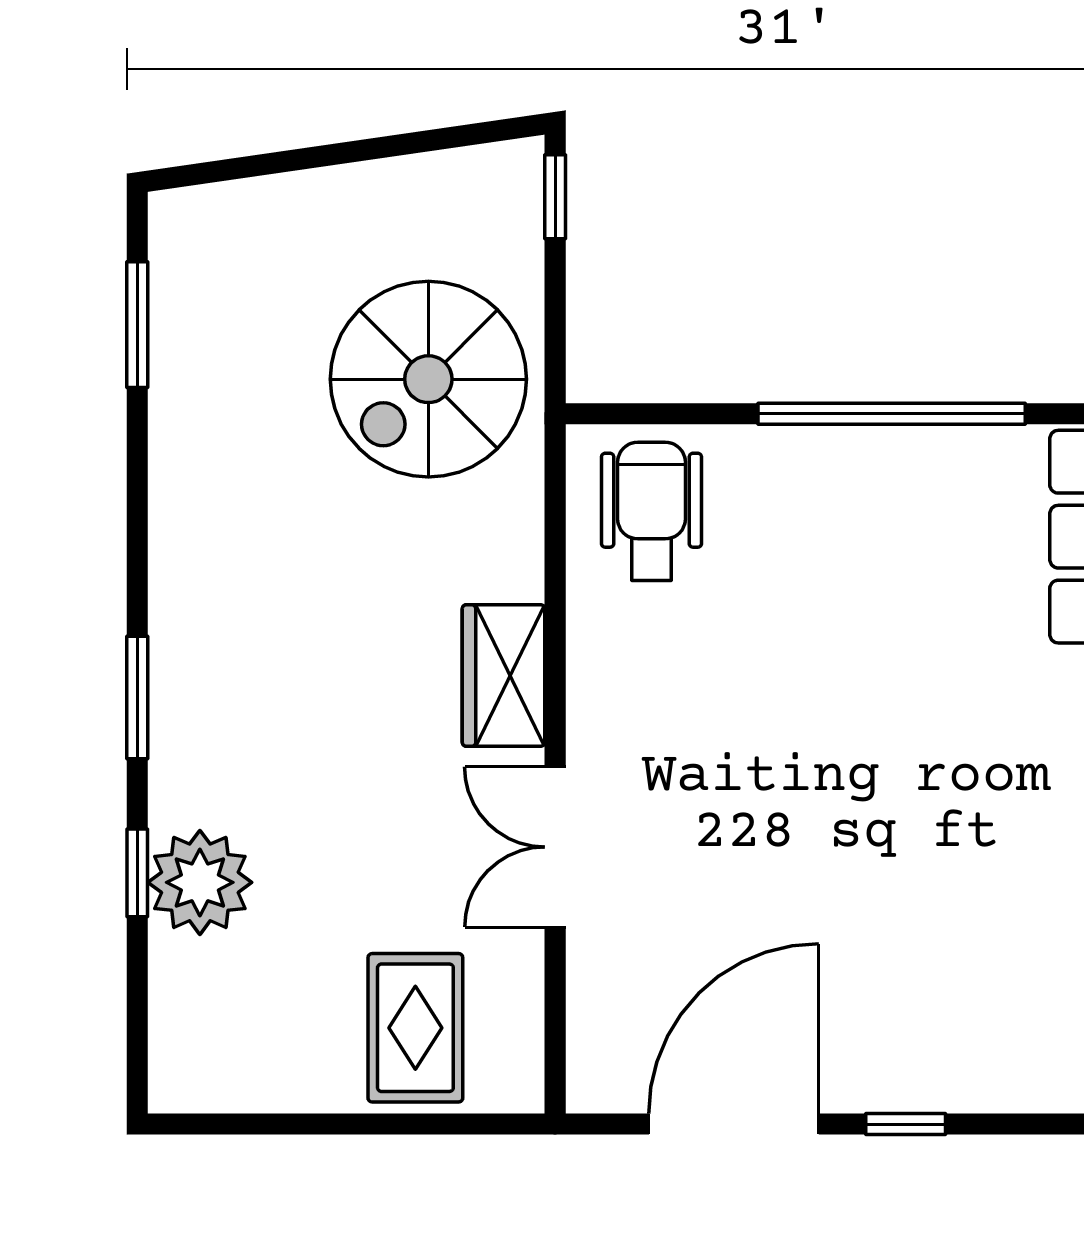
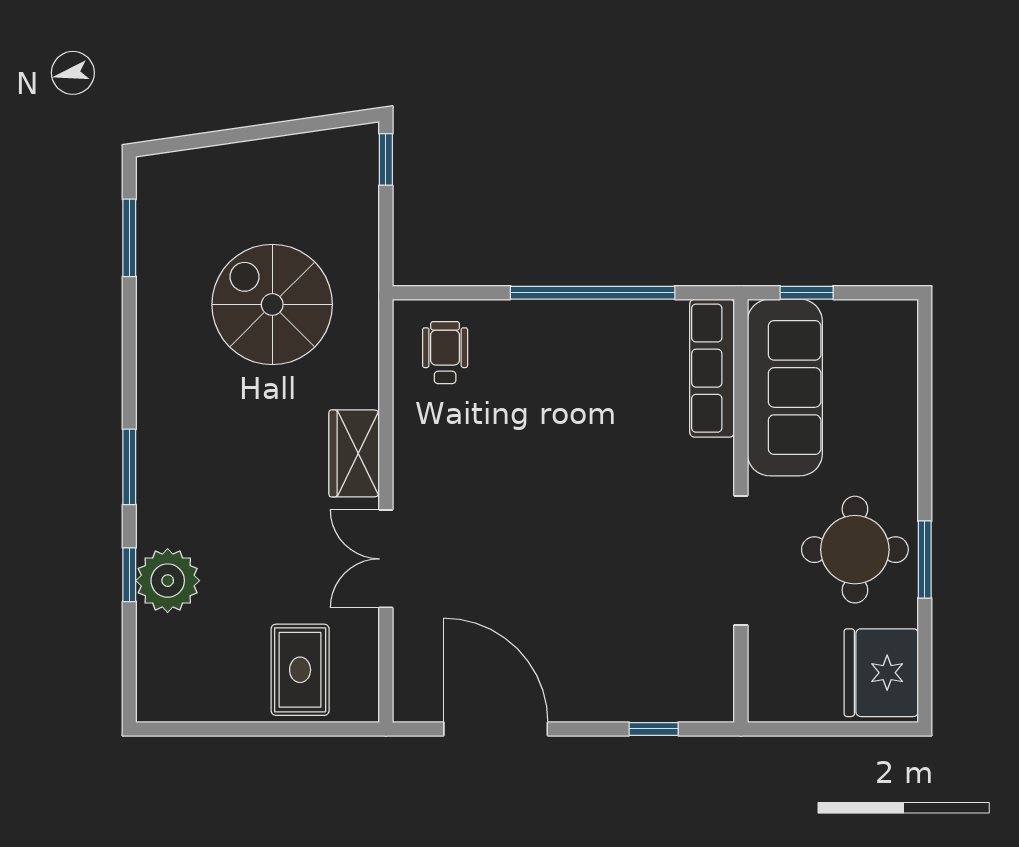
spiral stairs: (428, 379) -> (272, 304), moved, turned 90
wheelchair: (651, 511) -> (445, 353), width x0.73, depth x0.73
door: (734, 1124) -> (496, 729), hinge flipped
window: (906, 1124) -> (654, 729), moved

